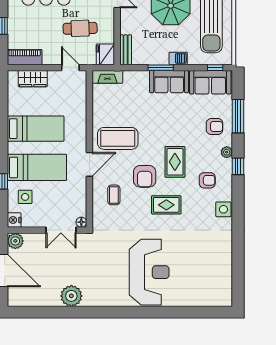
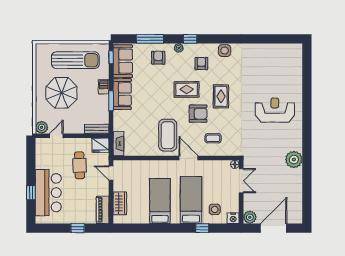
door: (70, 68) -> (111, 173), hinge flipped
reception desk: (149, 272) -> (275, 110), width x0.74, depth x0.77
plant: (71, 296) -> (294, 160), moved

